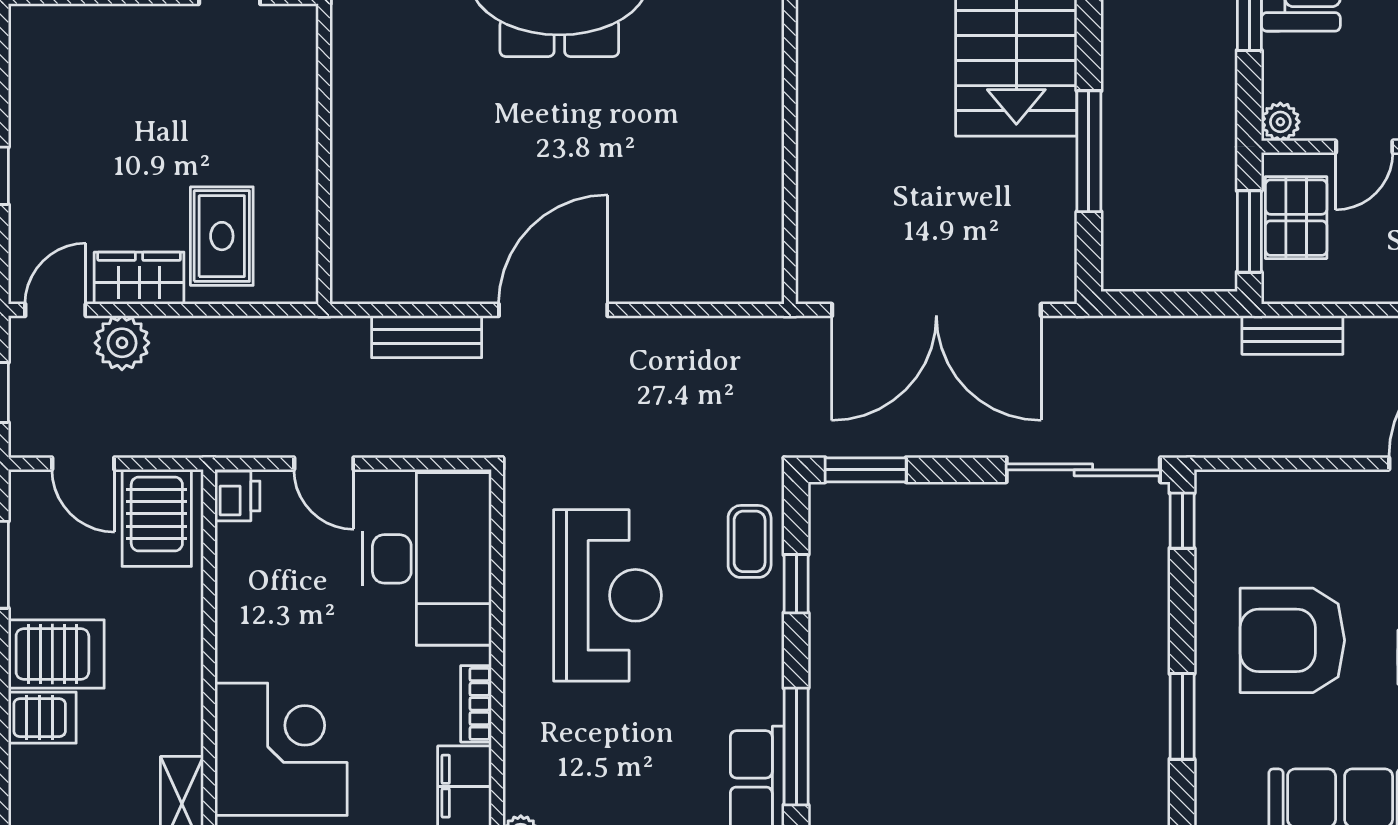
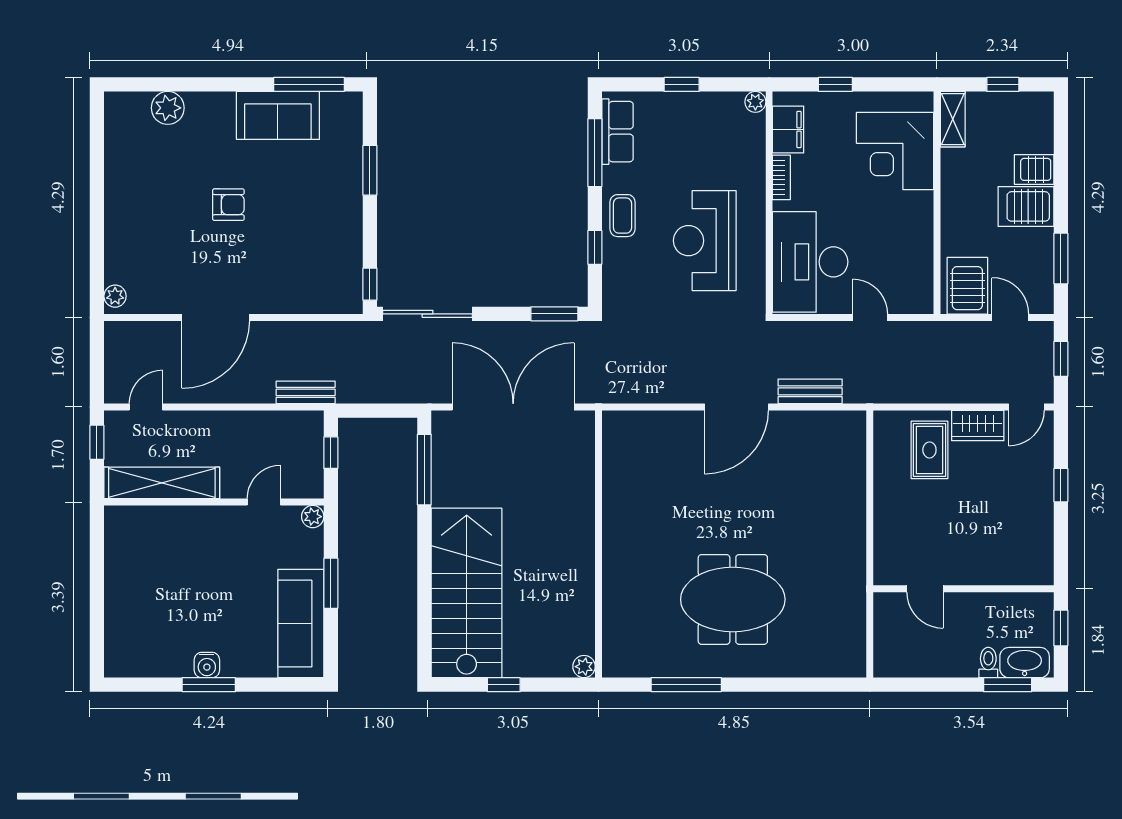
window: (1089, 151) -> (424, 470), moved
pallet: (1296, 218) -> (304, 461), removed
window: (1249, 231) -> (331, 453), width x0.67
plant: (122, 343) -> (988, 388), removed
printer: (237, 496) -> (920, 299), removed
coffee table: (750, 541) -> (622, 216), moved
armchair: (1292, 640) -> (306, 214), removed

